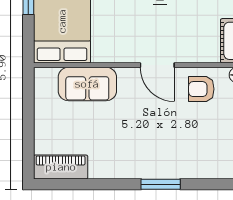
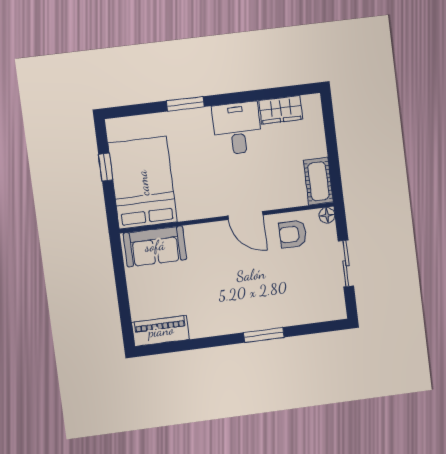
sofa: (87, 84) -> (155, 246), moved

